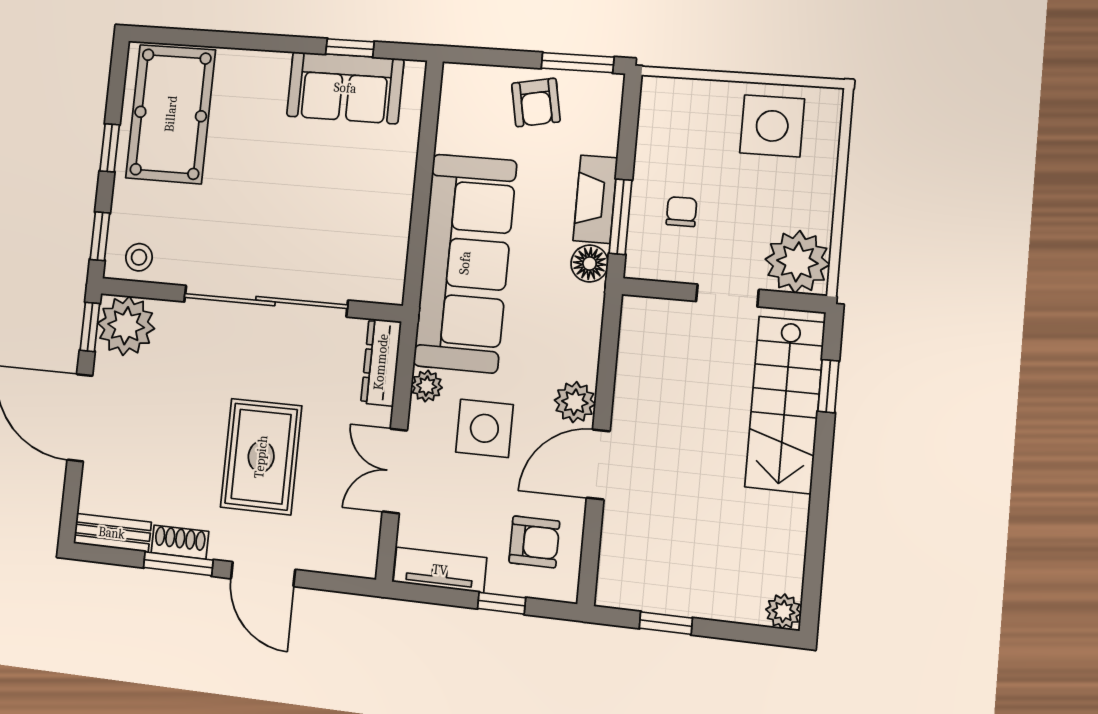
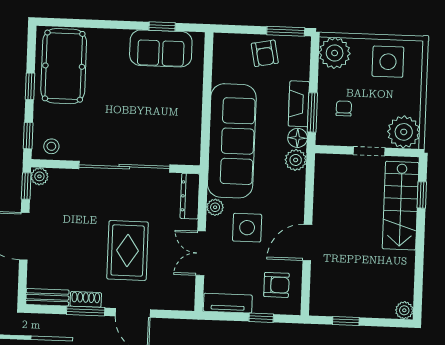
plant: (669, 106) -> (335, 53), added
plant: (126, 326) -> (39, 176), width x0.53, depth x0.53
plant: (575, 402) -> (296, 160), moved

